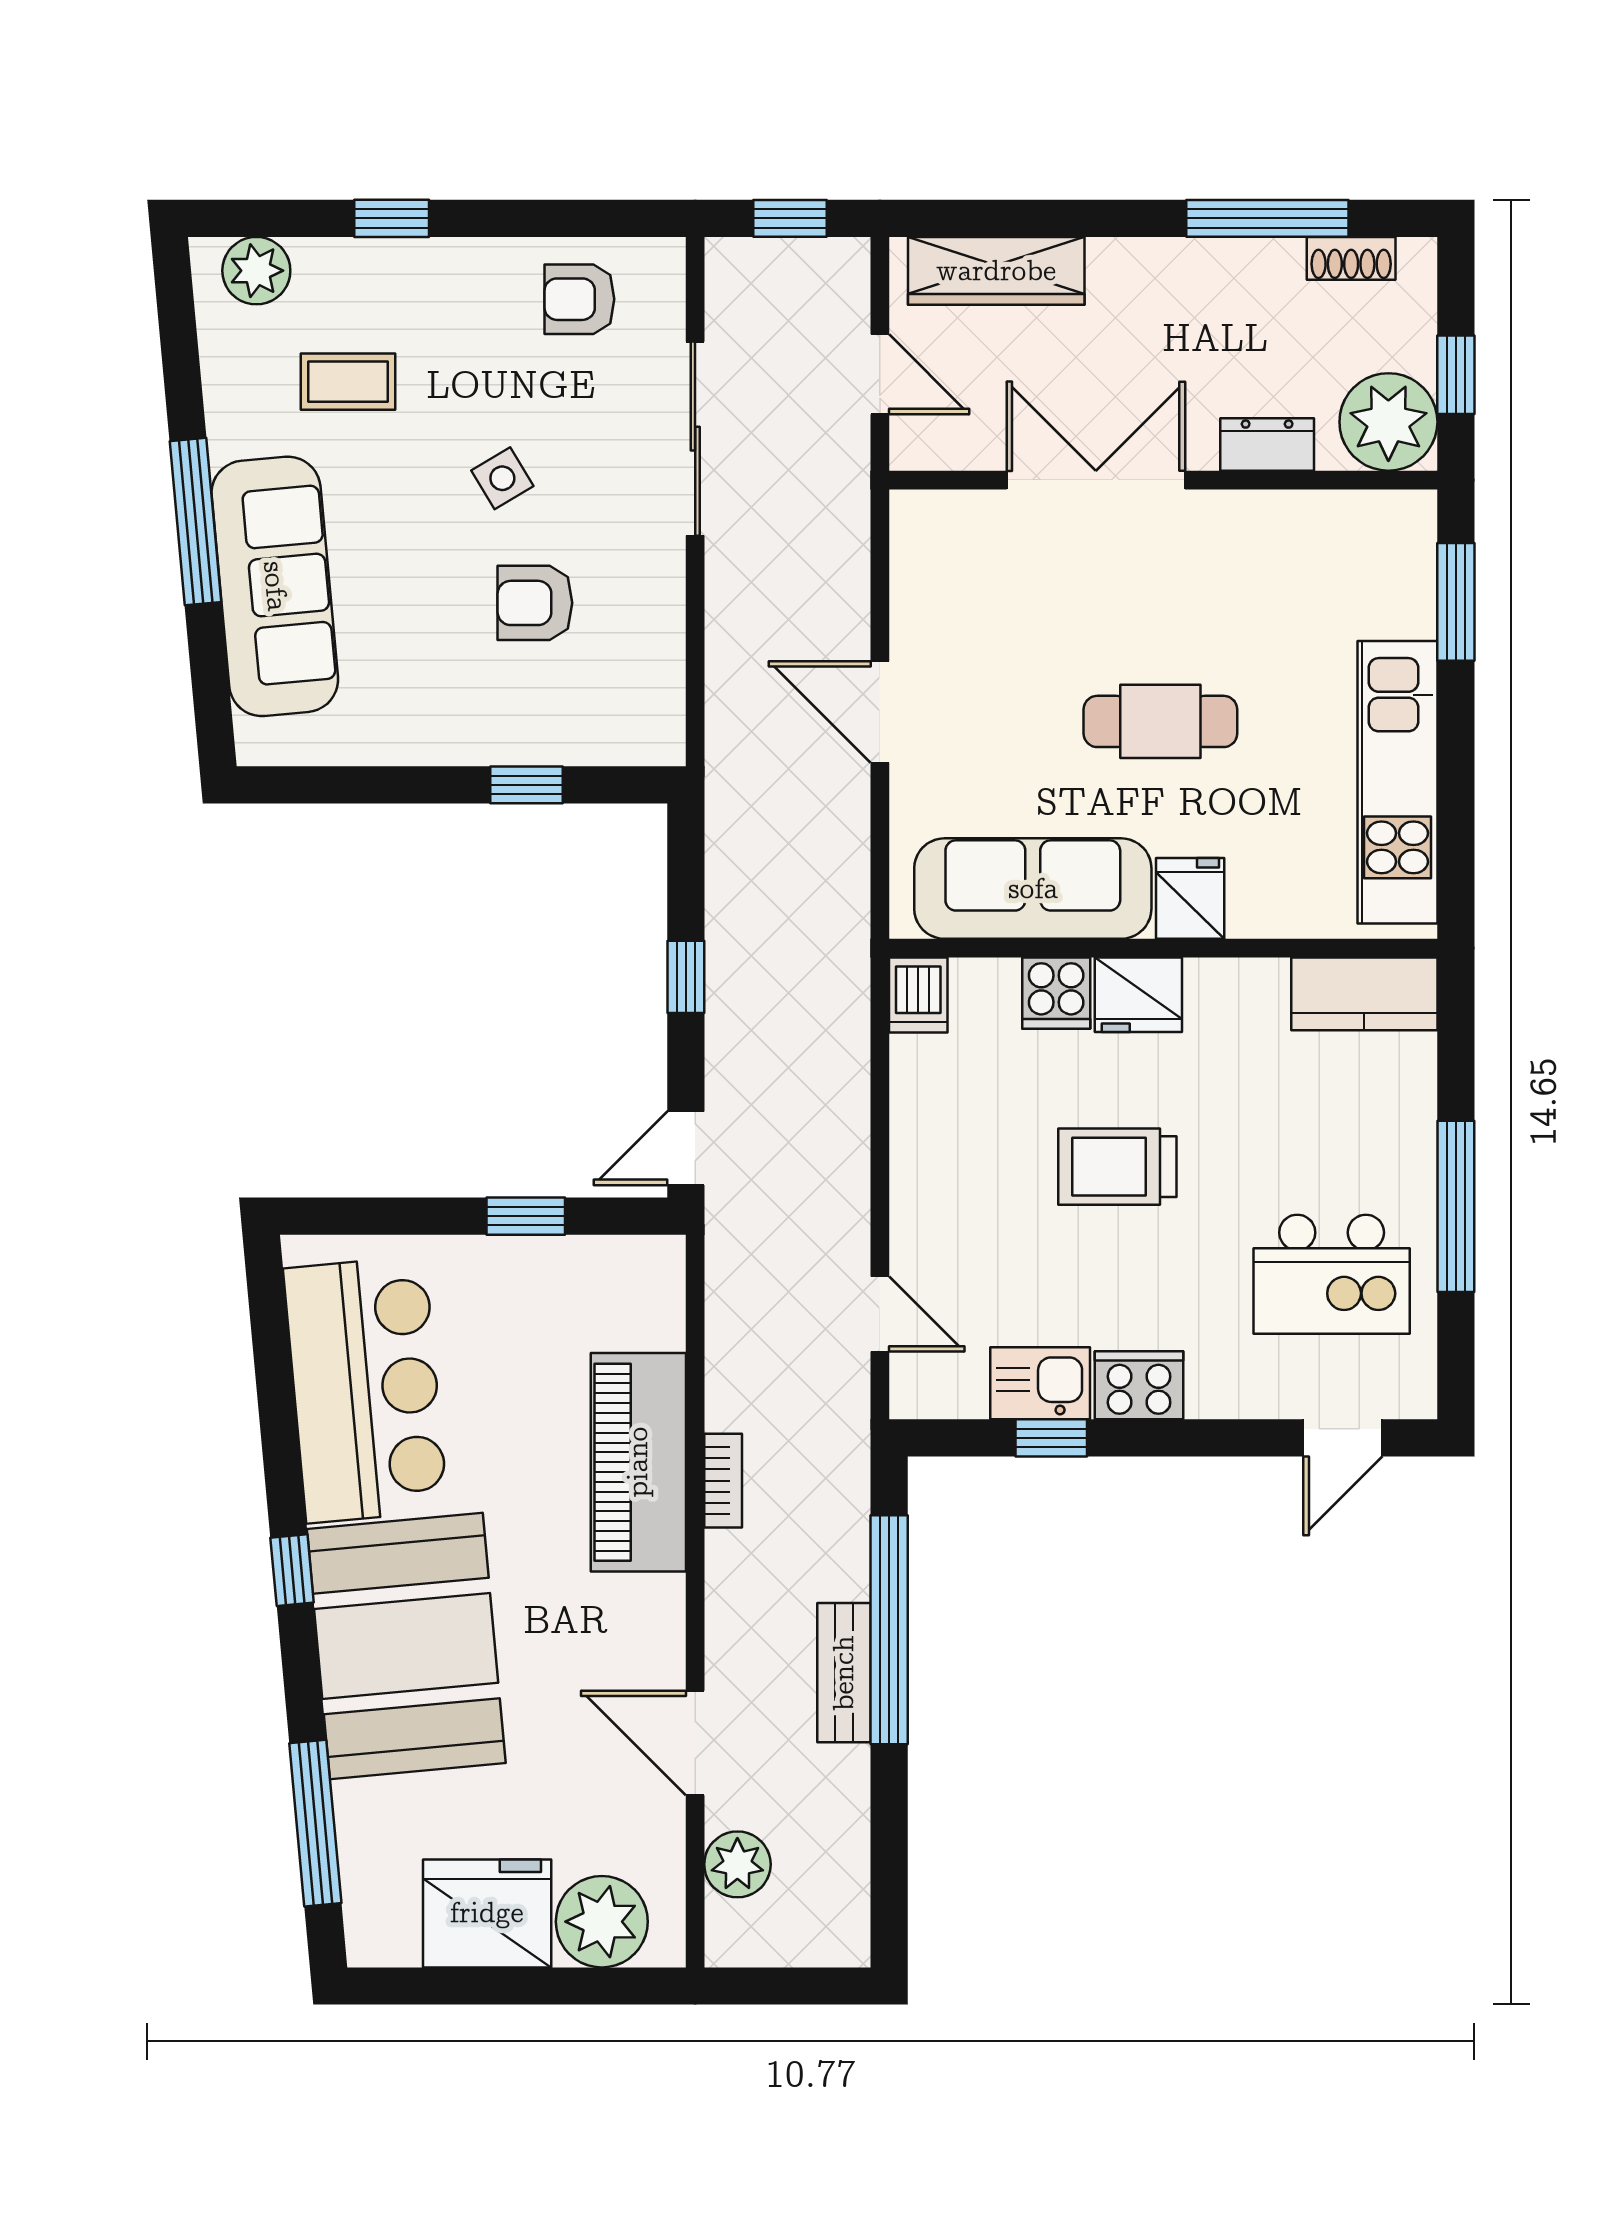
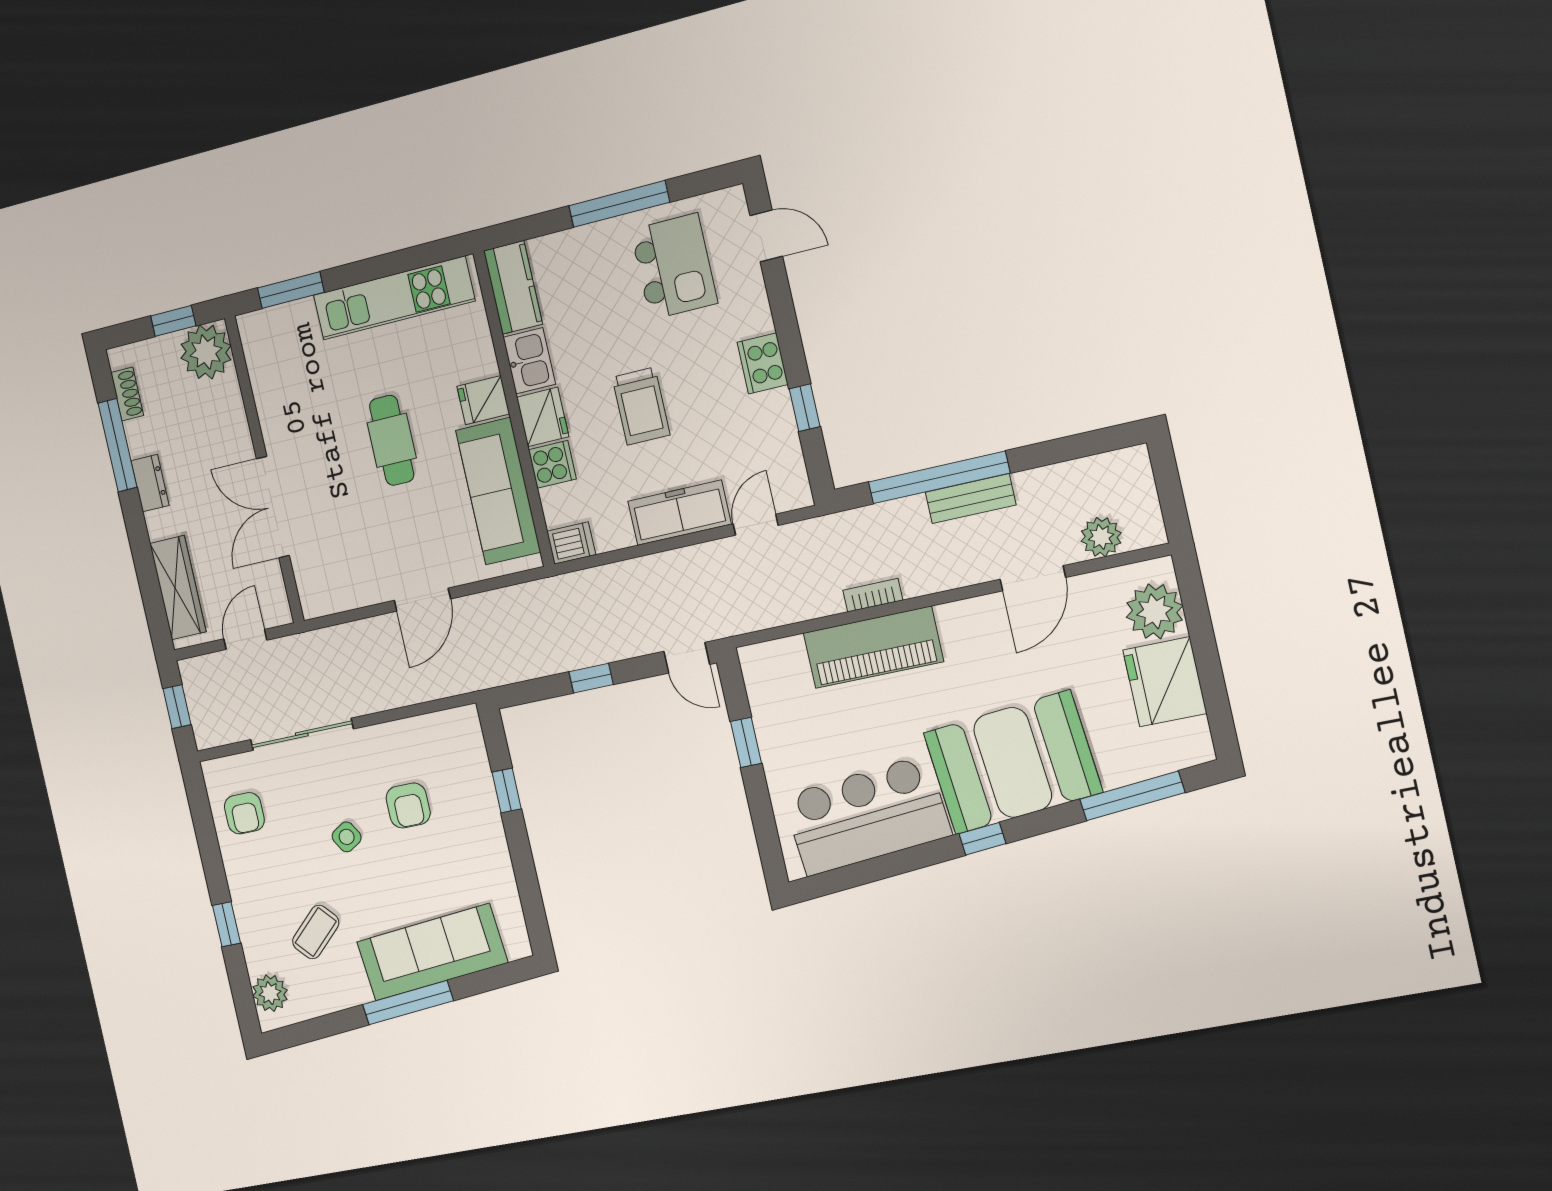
coffee table: (348, 382) -> (316, 932), turned 47
dresser: (1267, 445) -> (150, 483), moved, turned 180
freezer: (928, 1191) -> (679, 513), added
kitchen sink: (1040, 1383) -> (529, 361), moved, turned 180

